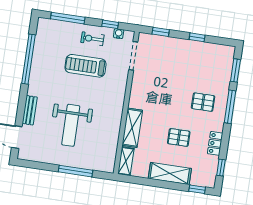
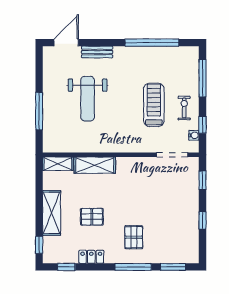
weight bench: (71, 125) -> (88, 99), turned -90
pallet: (179, 137) -> (92, 217), turned 90

